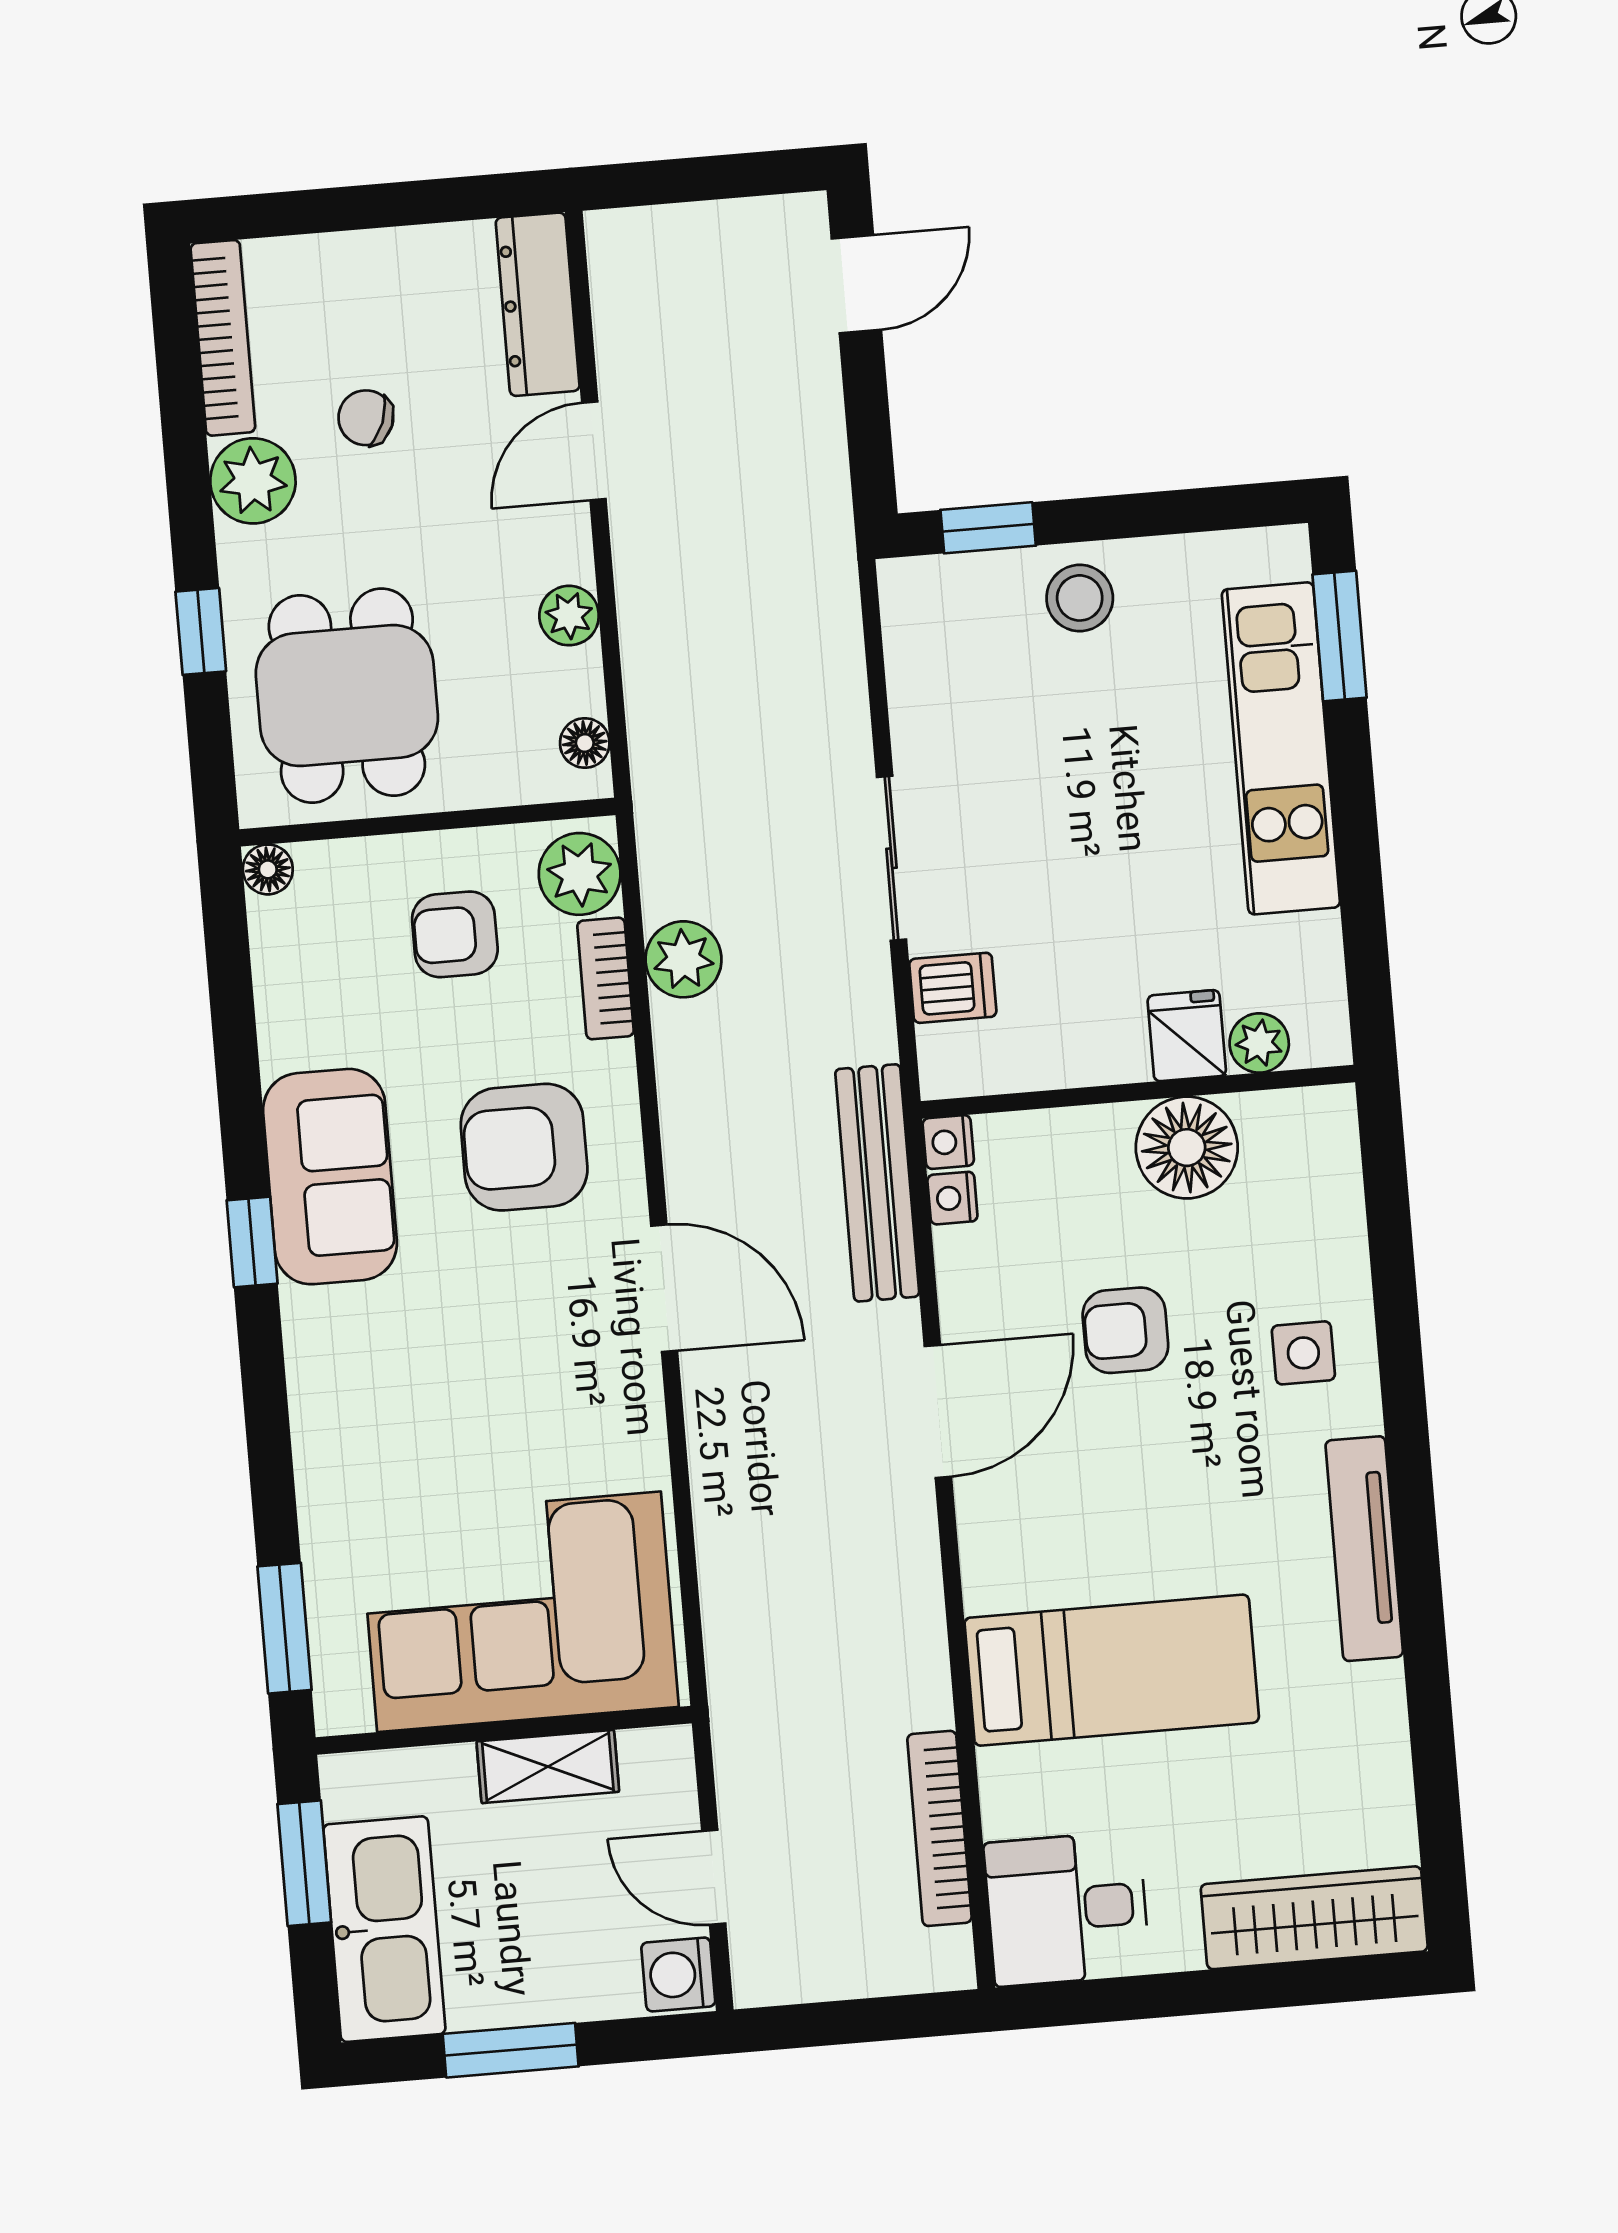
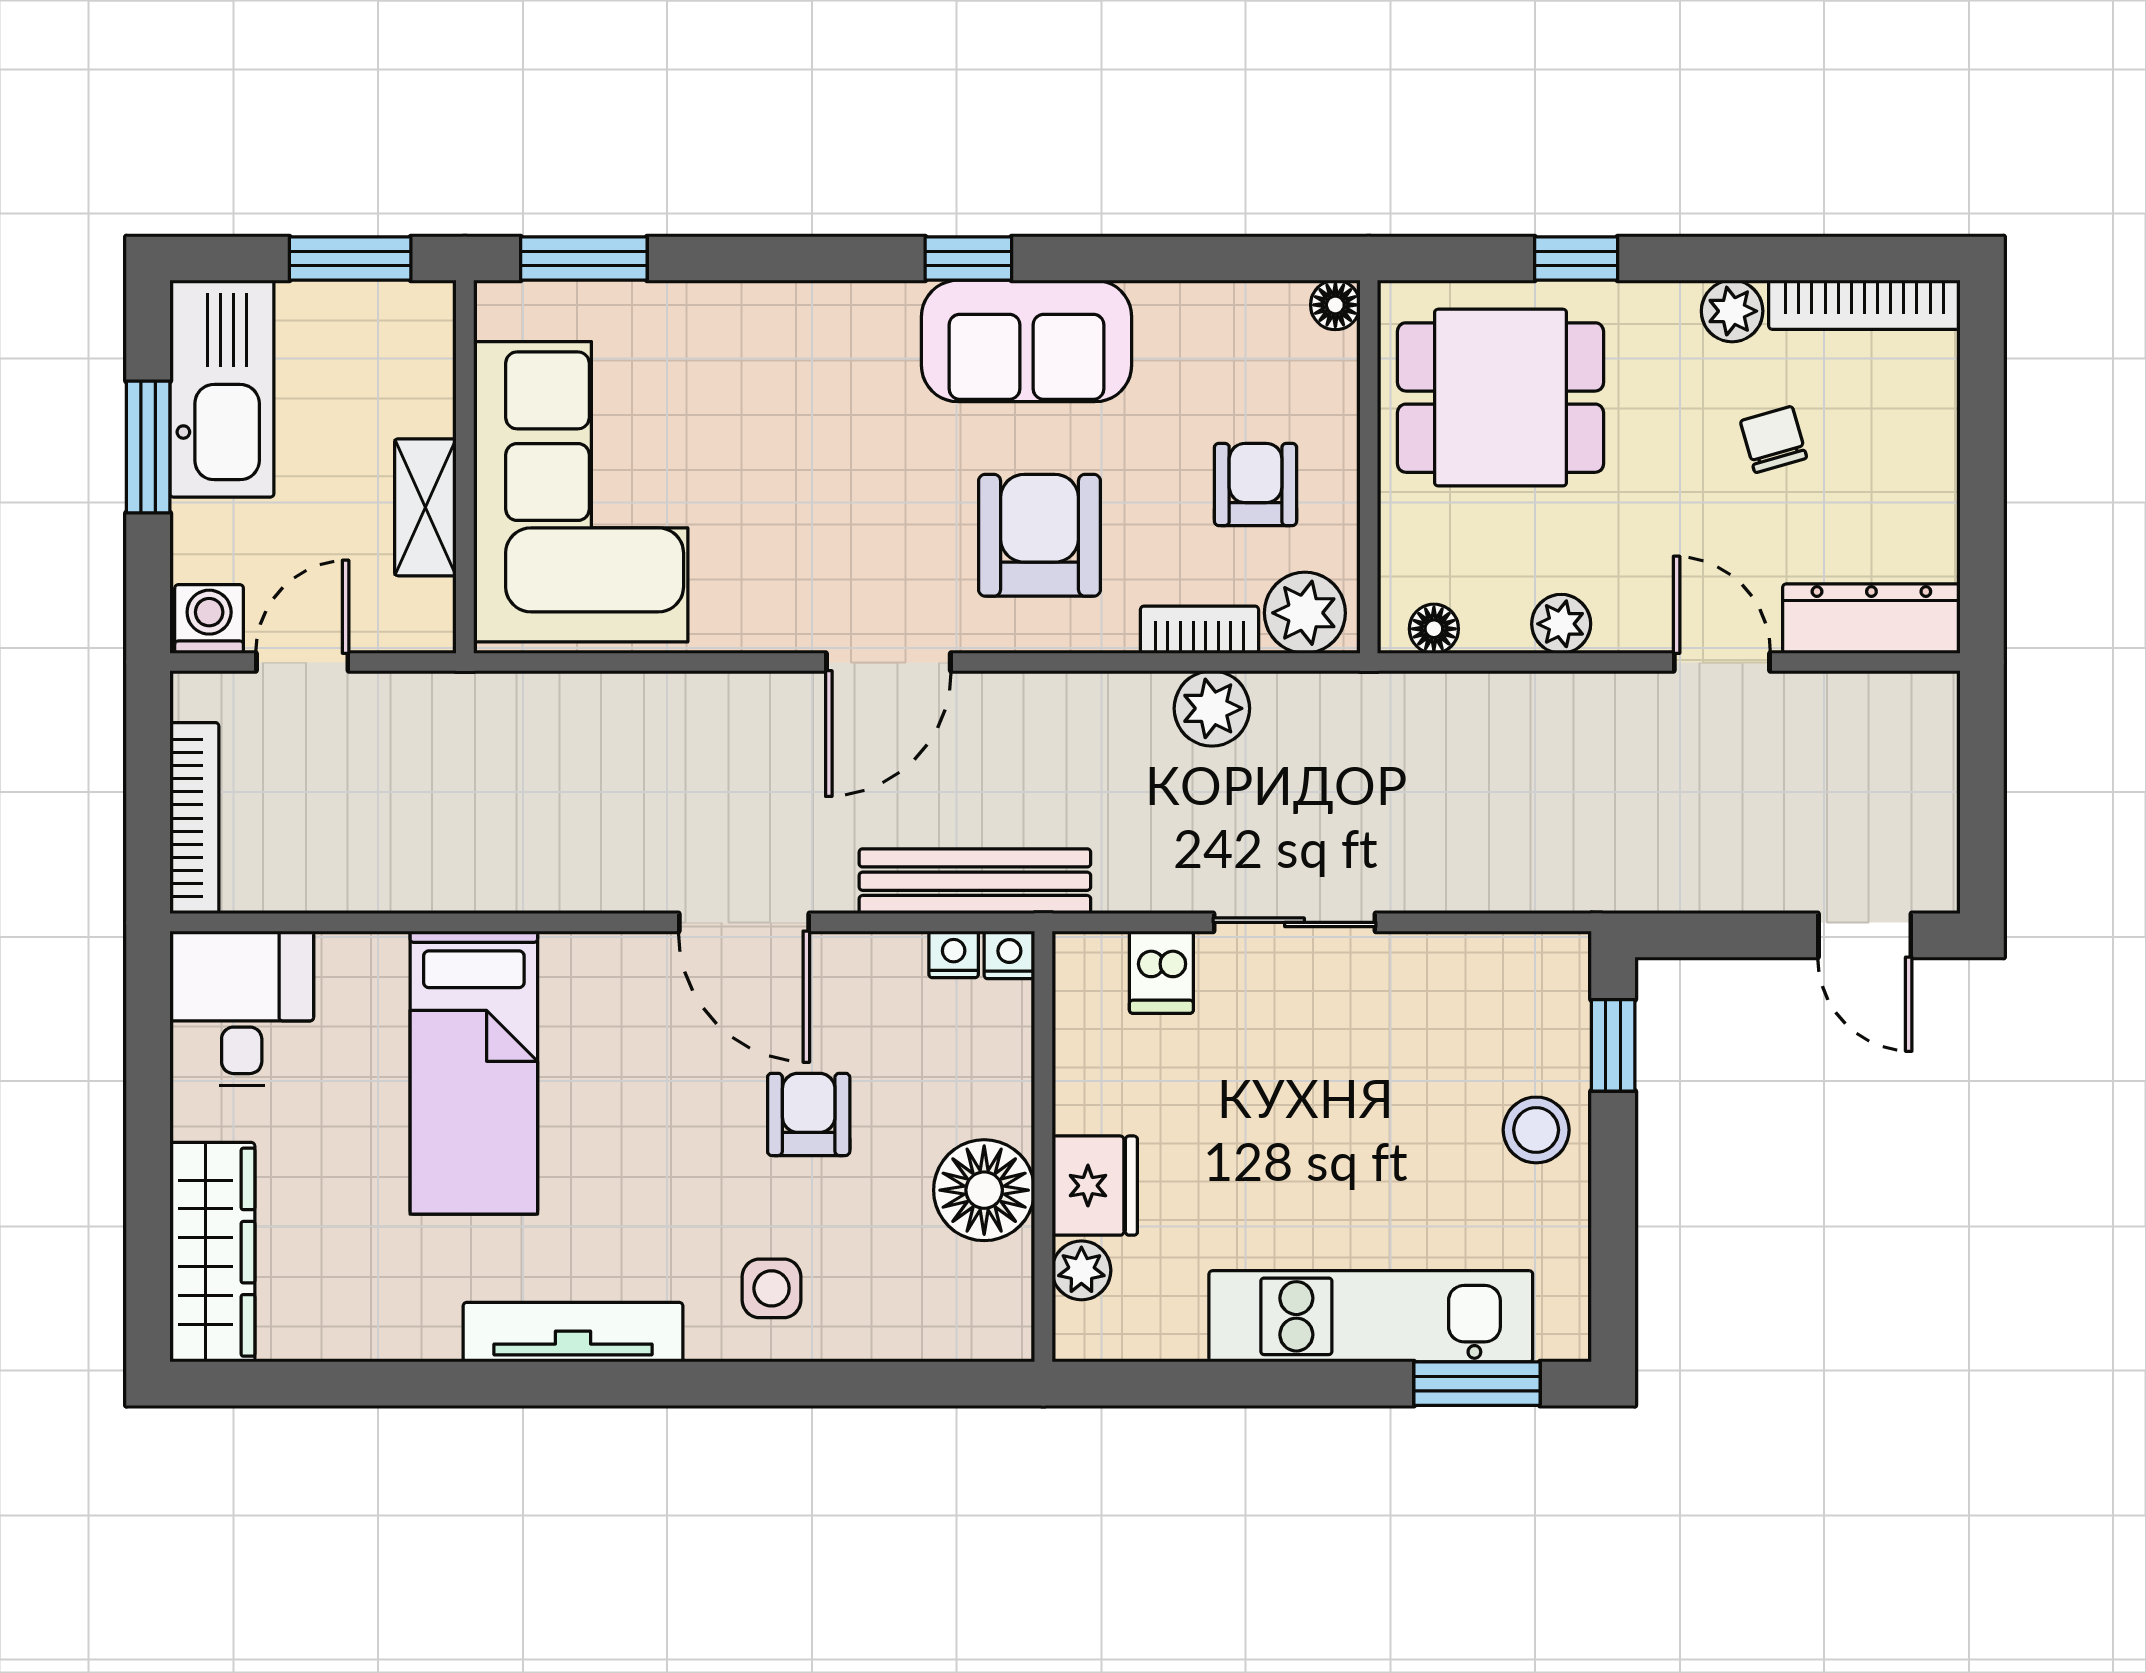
chair: (366, 418) -> (1774, 439), turned -37
plant: (253, 481) -> (1732, 311), width x0.73, depth x0.73
fridge: (1187, 1036) -> (1095, 1186), width x1.38
bookcase: (939, 1828) -> (194, 818), moved, turned 90
kitchen sink: (384, 1929) -> (222, 389), moved, turned -90

